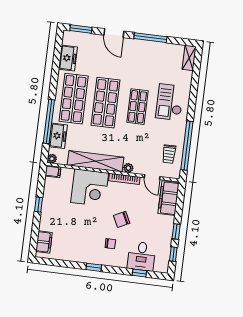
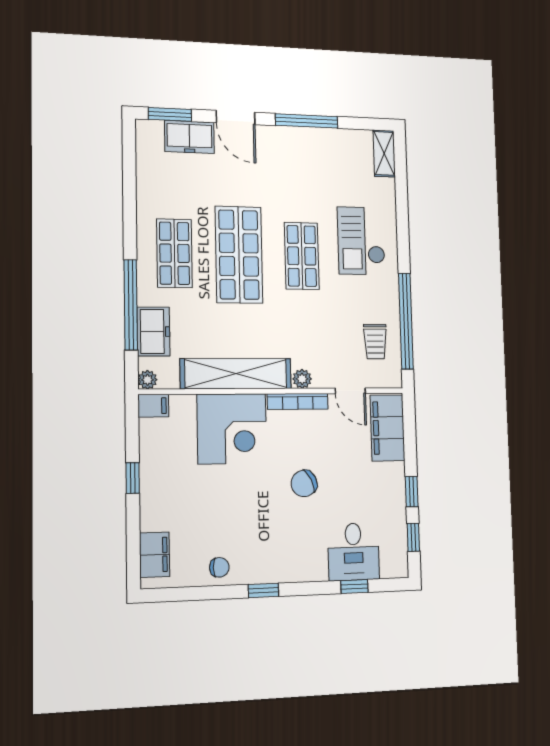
freezer: (68, 58) -> (189, 137), moved, turned 90
shop shelf: (74, 99) -> (174, 253), width x0.70, depth x0.74
chair: (110, 244) -> (219, 567), moved

